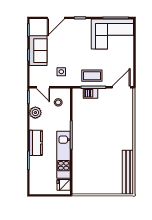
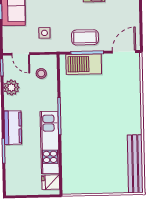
barbecue: (91, 93) -> (84, 64), width x1.88, depth x1.53

